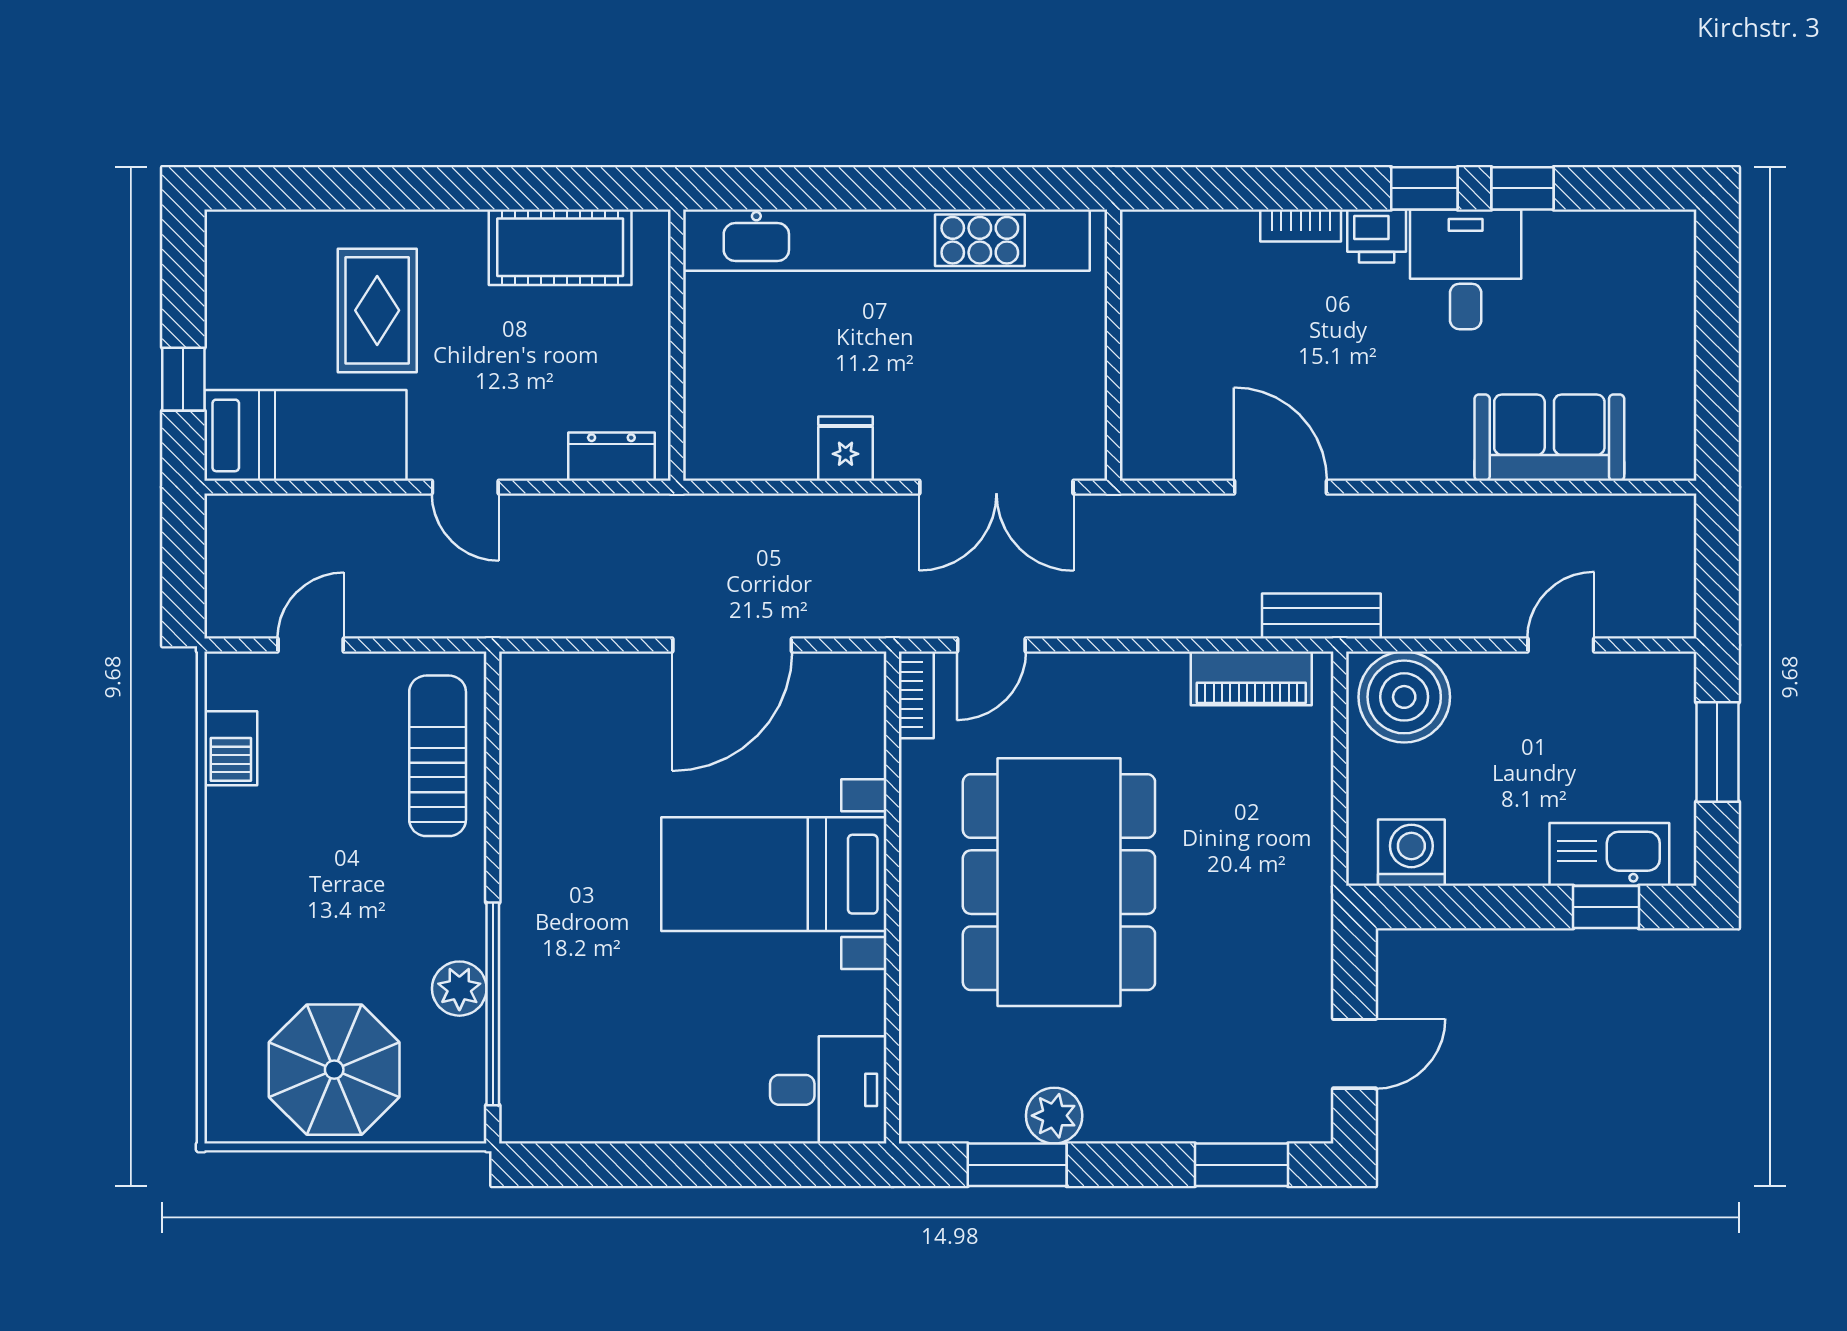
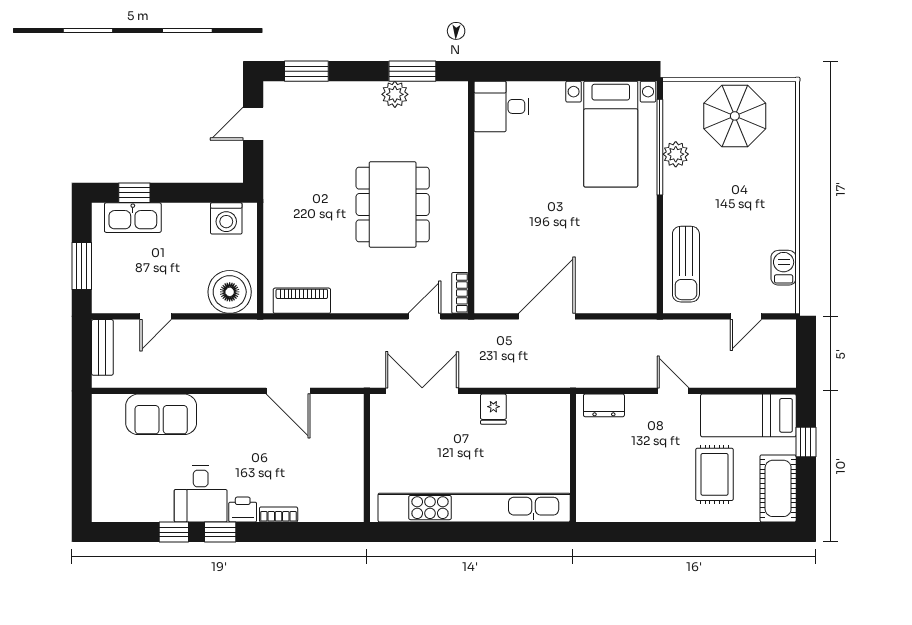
cot: (560, 247) -> (778, 488), moved, turned 90
bench: (1321, 616) -> (102, 347), moved, turned 90
bed with nightstands: (774, 874) -> (611, 134), moved, turned 90
dining table: (1059, 882) -> (393, 204), width x0.73, depth x0.80

